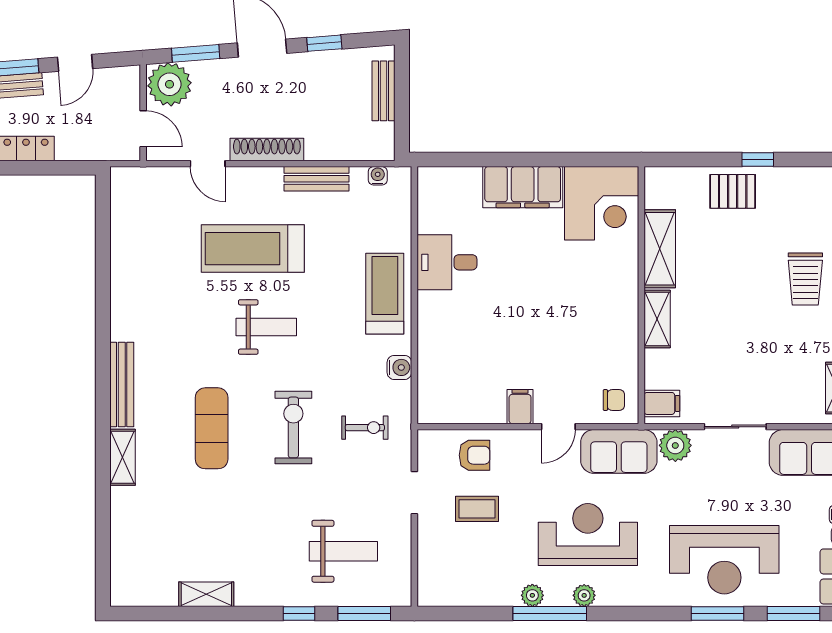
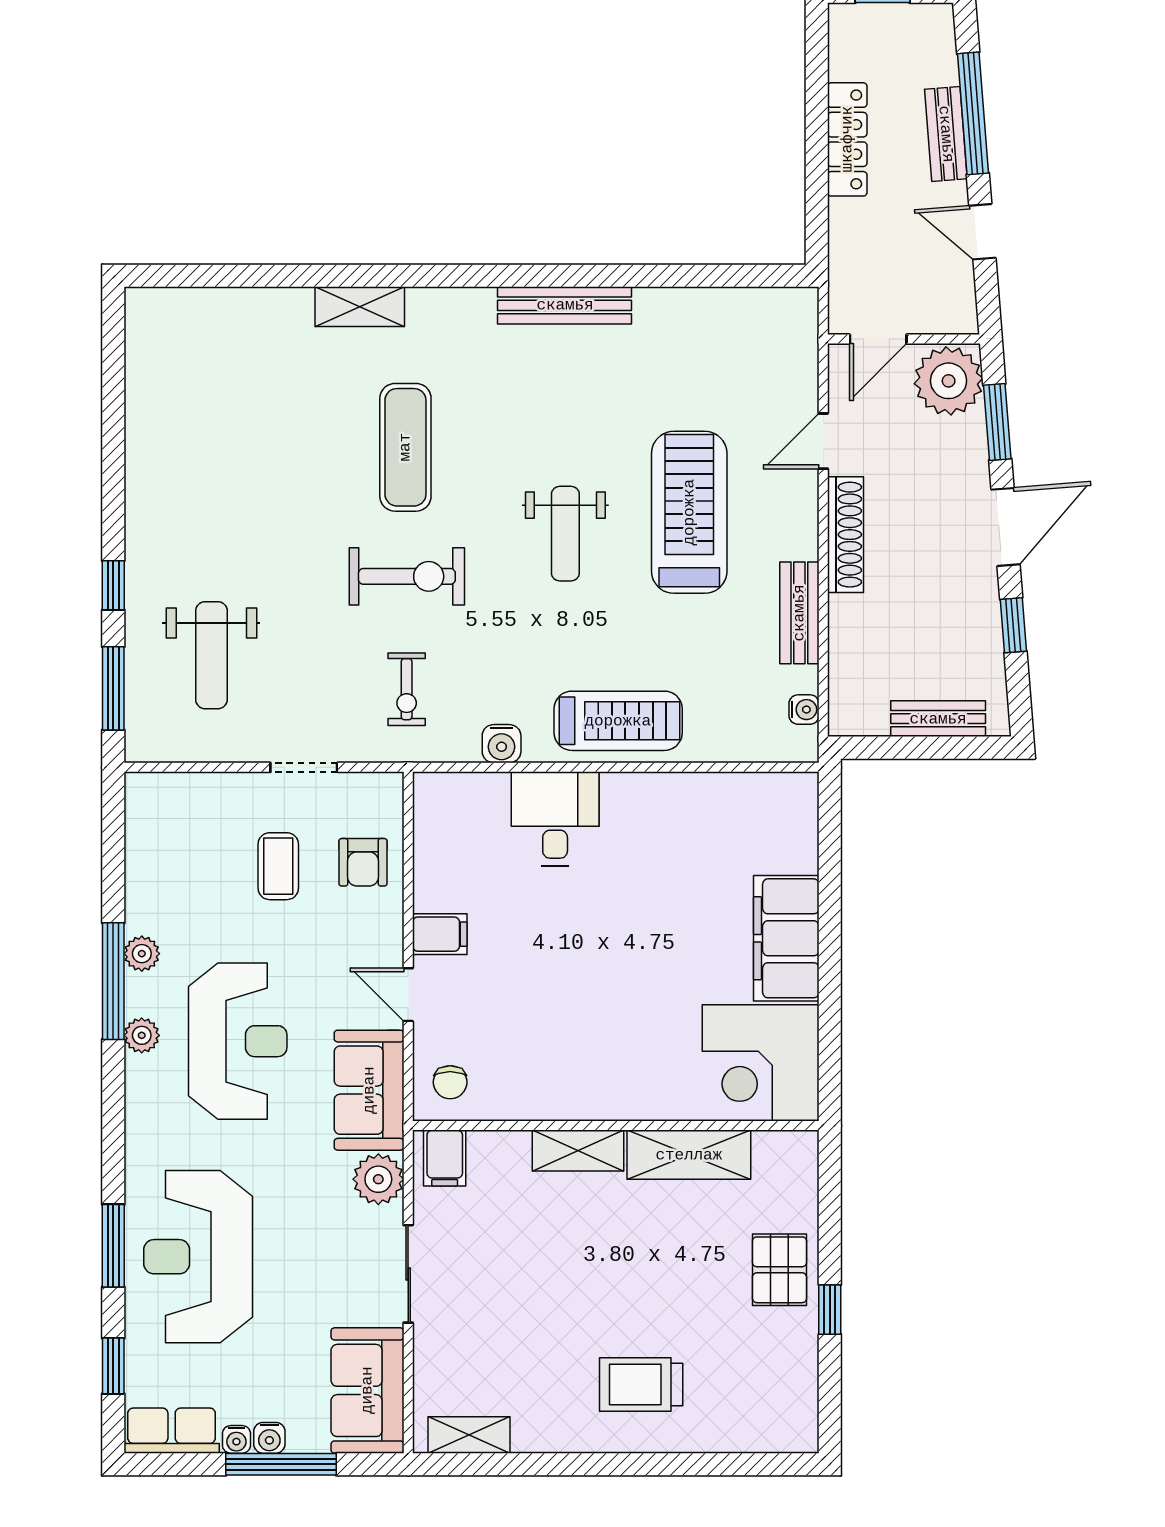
desk: (447, 262) -> (555, 819), moved
bench: (122, 385) -> (565, 305), moved
exercise mat: (212, 428) -> (405, 447), turned 90
shelving: (206, 594) -> (144, 439), removed
window: (794, 613) -> (113, 1366), width x0.67

